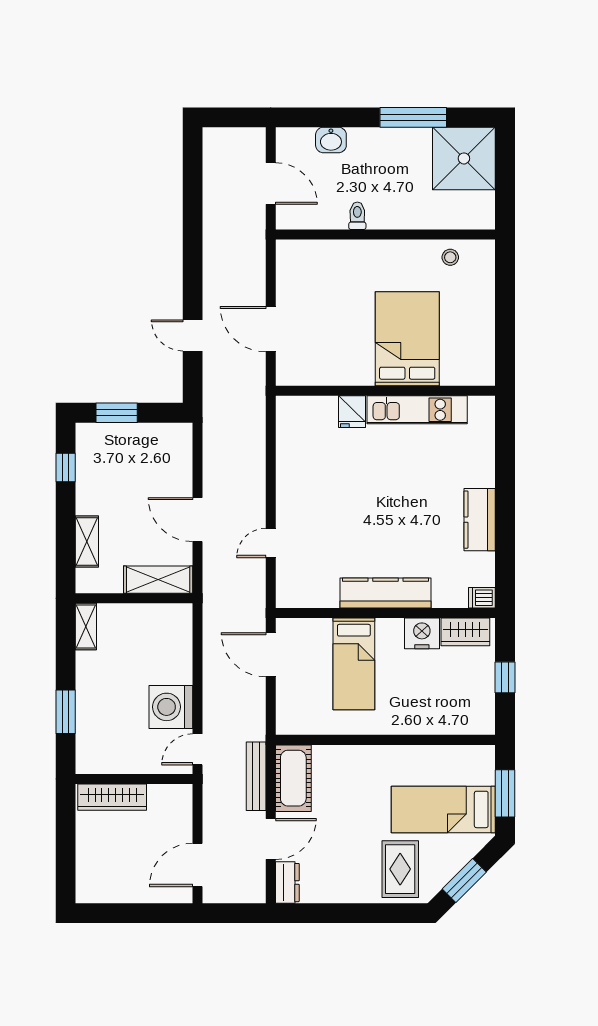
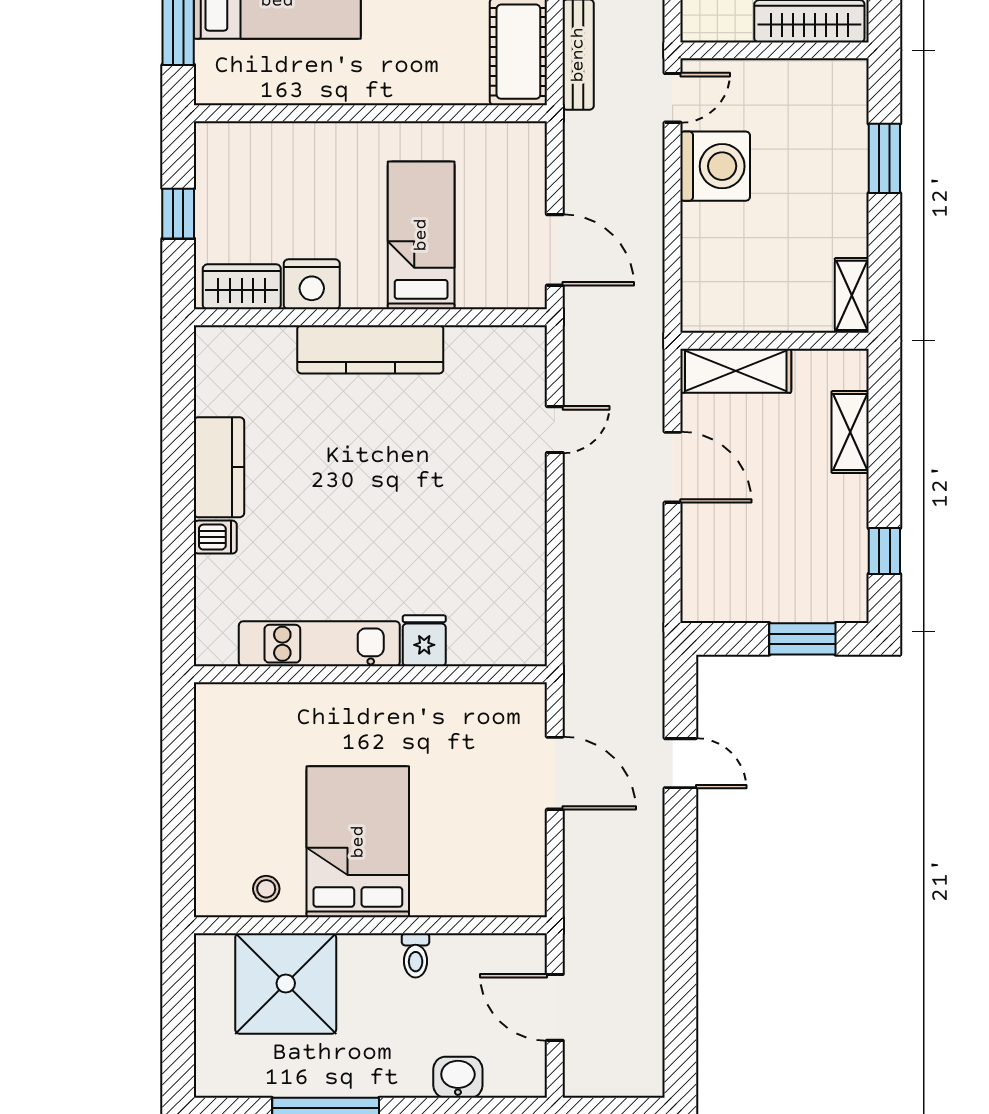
shower: (464, 158) -> (286, 983), moved
bed: (407, 339) -> (358, 842), moved, turned 180
dishwasher: (482, 598) -> (215, 537), moved

